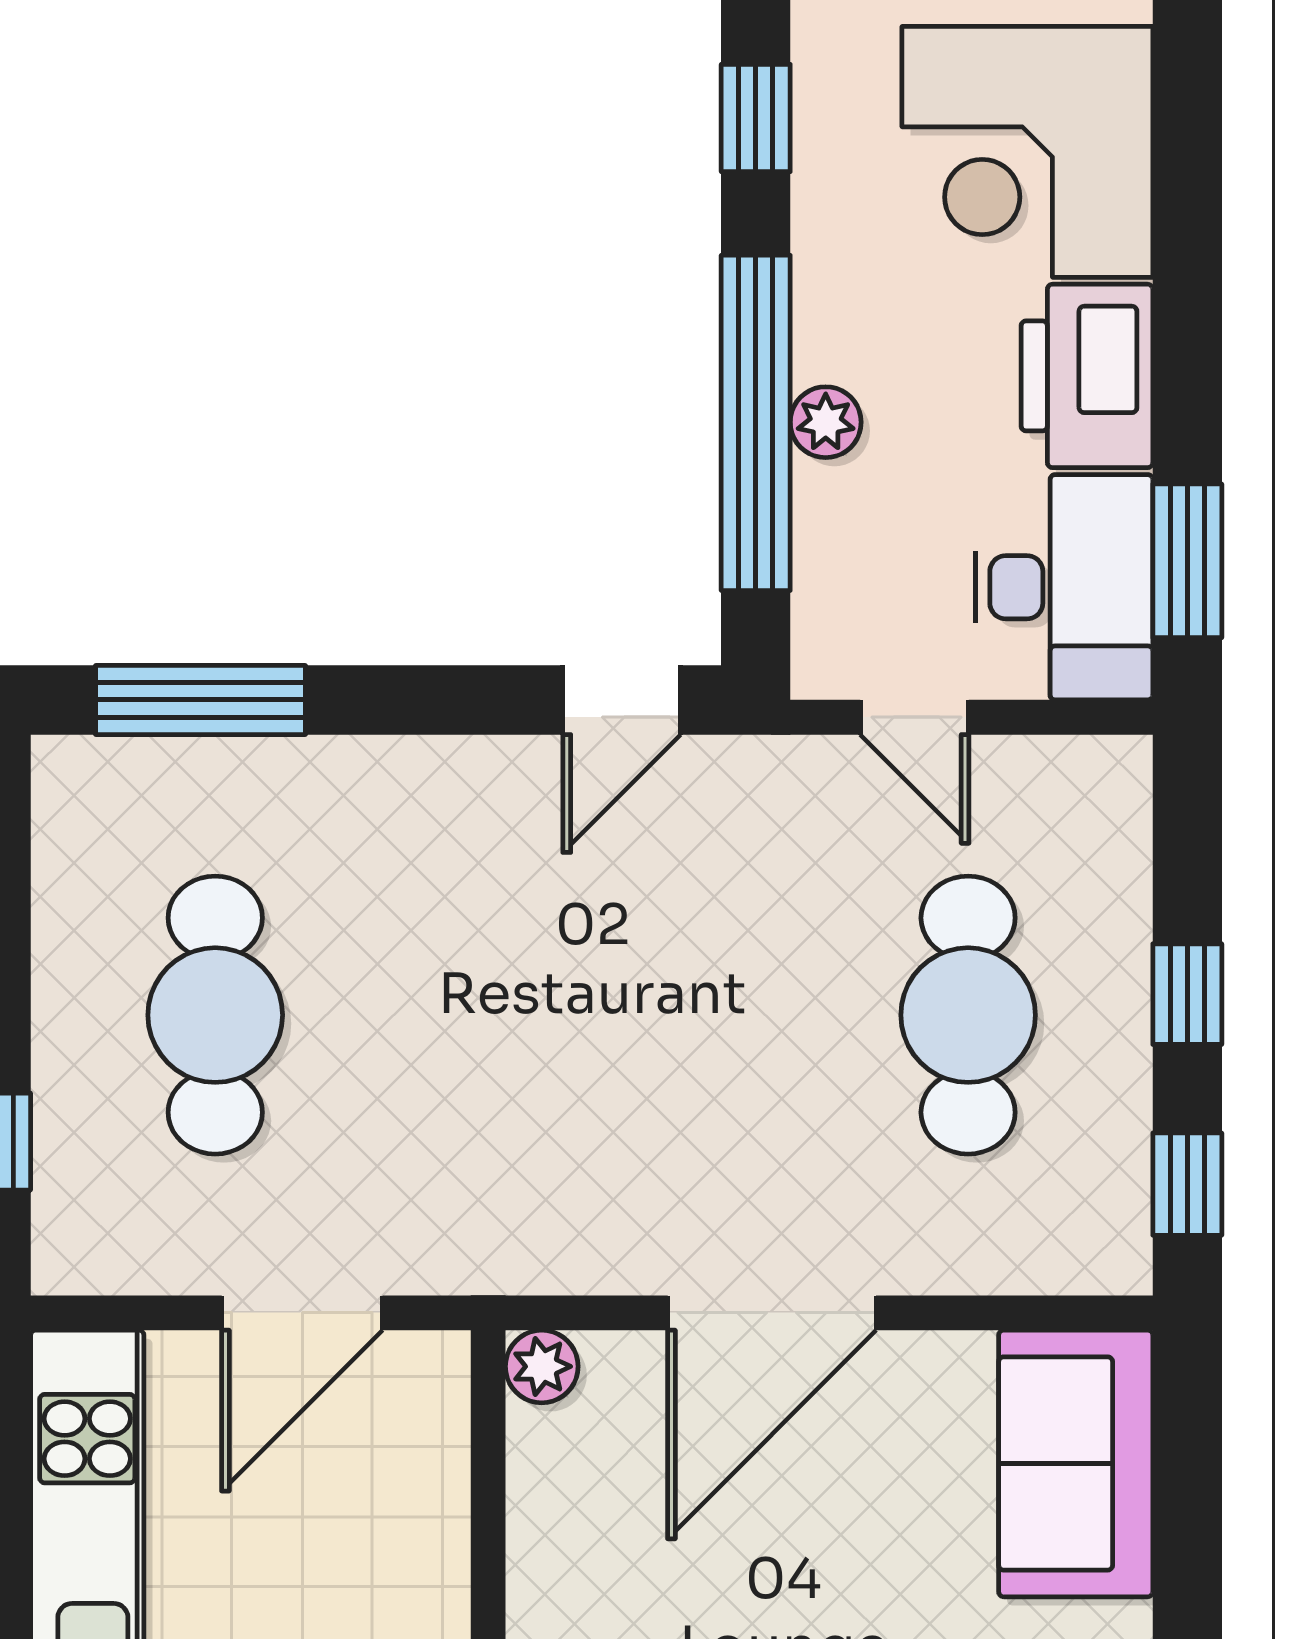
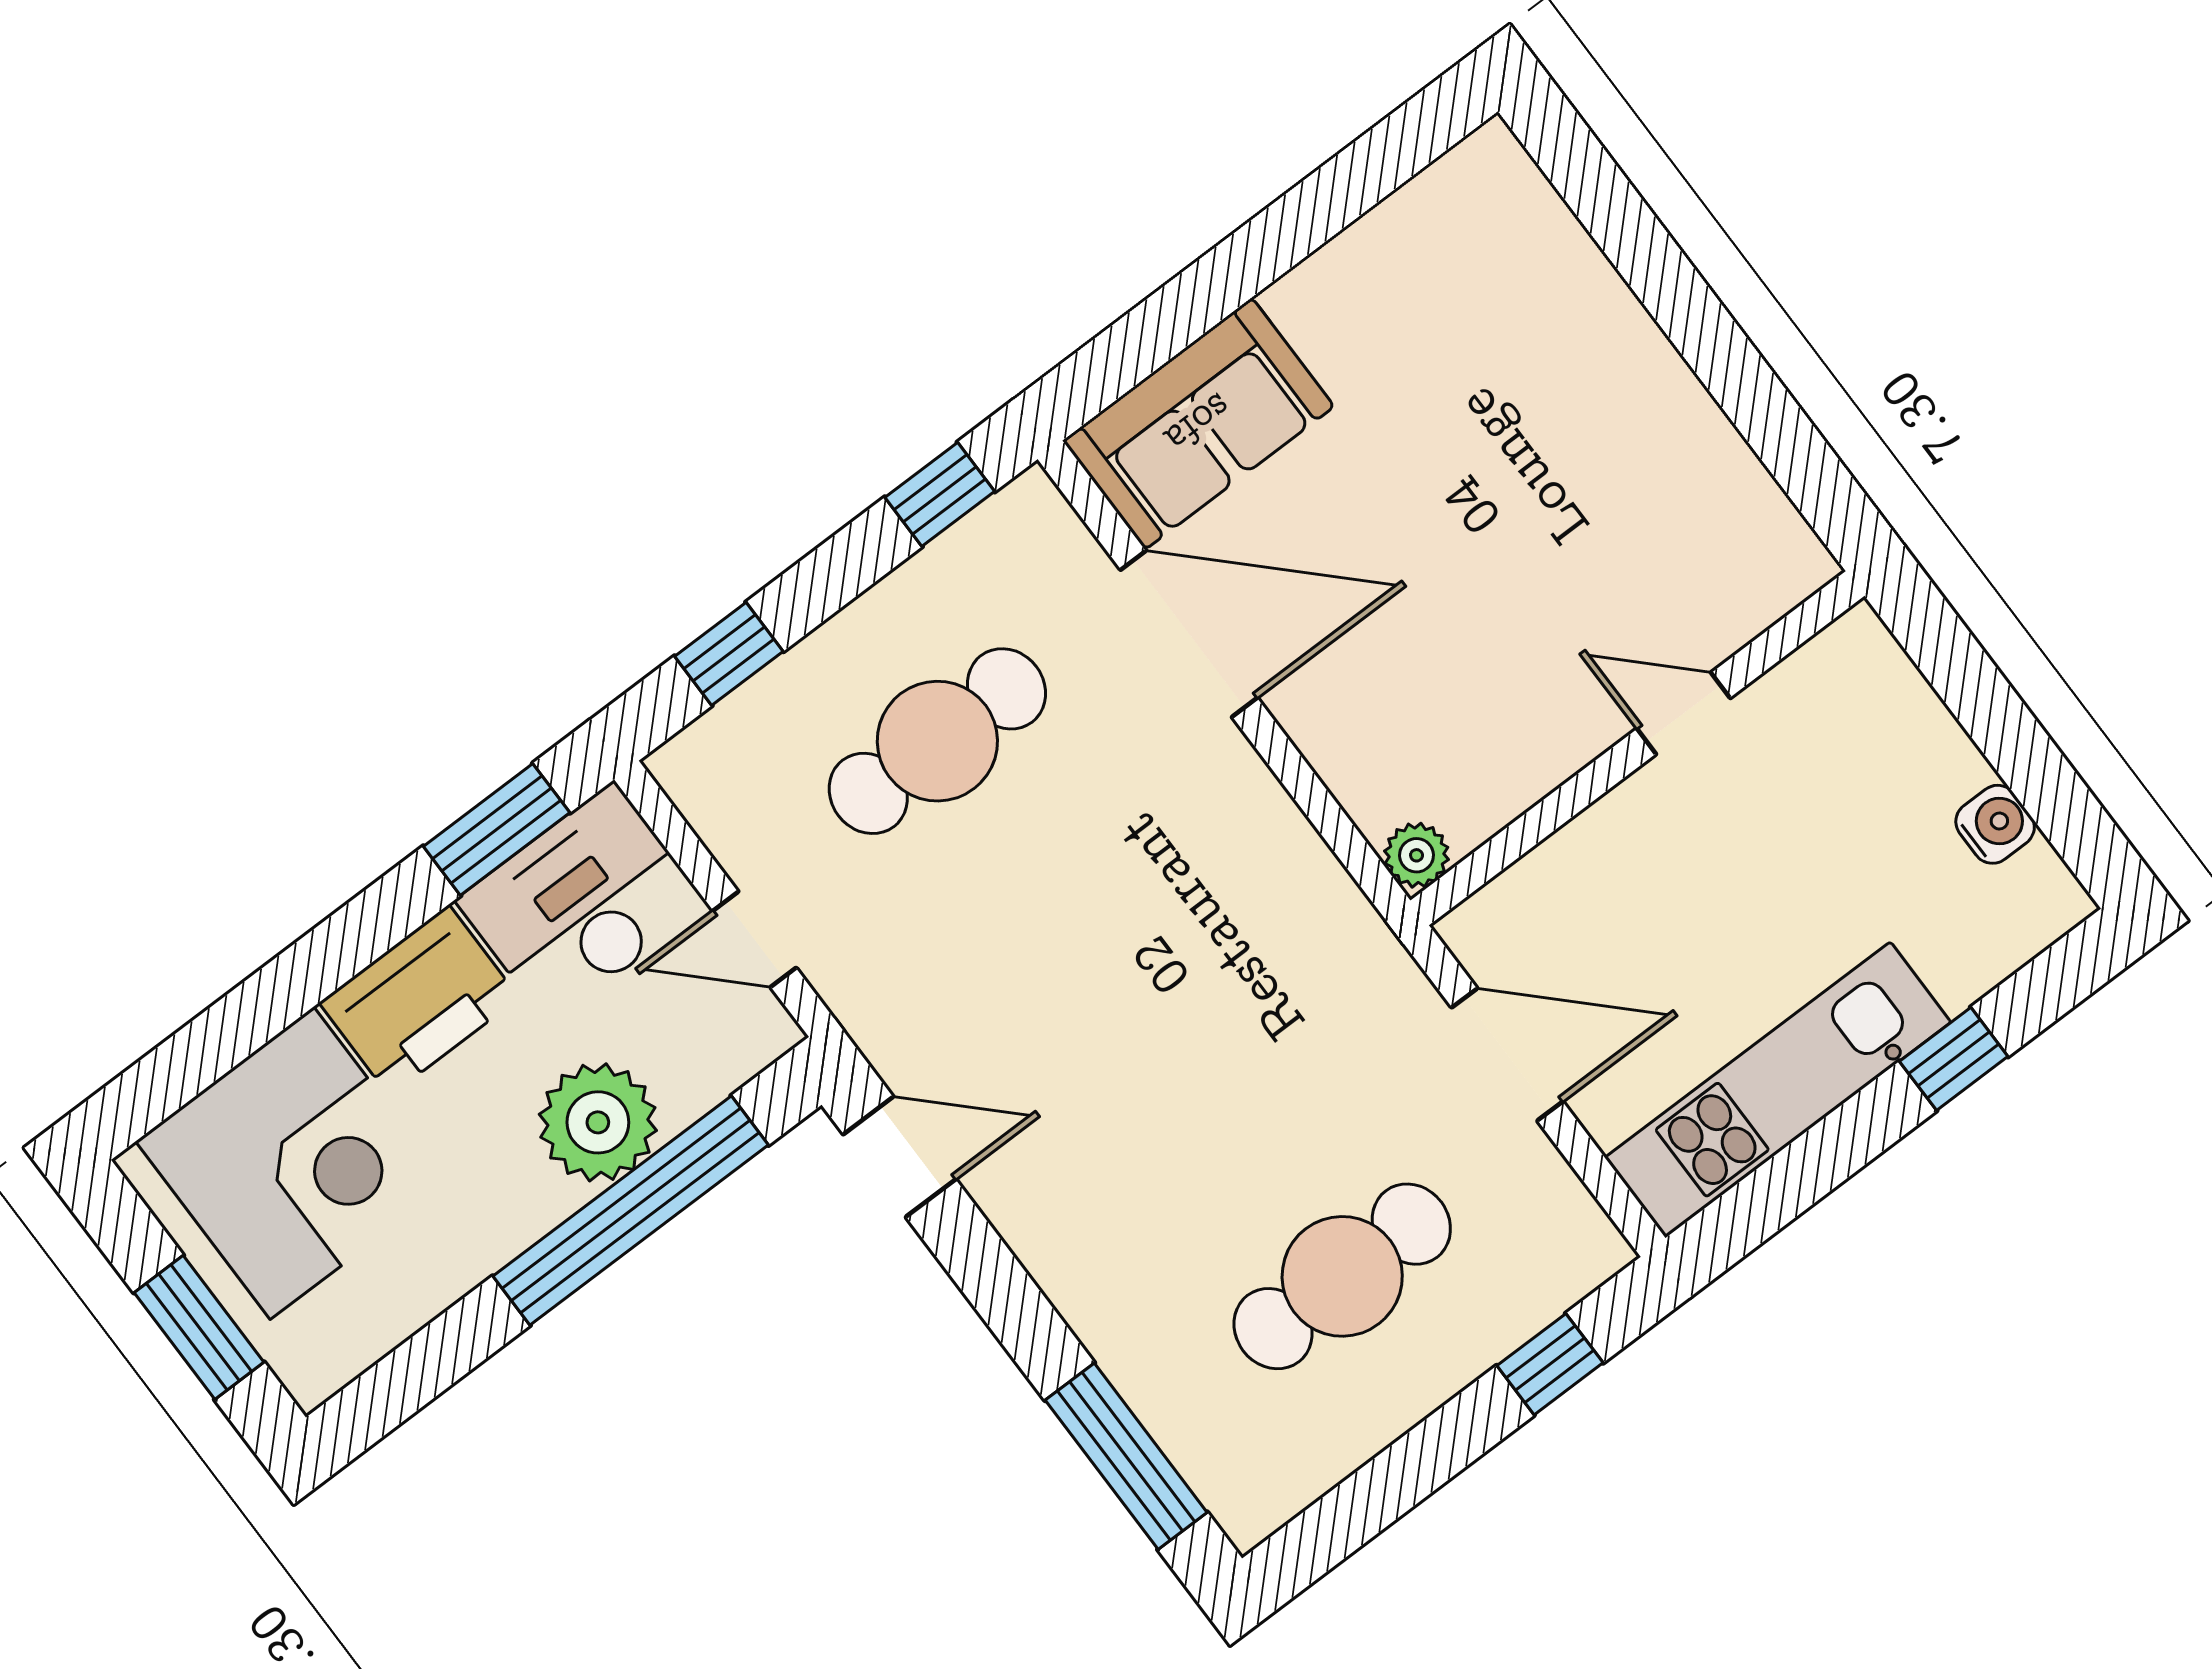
window: (756, 118) -> (414, 1374), removed
plant: (826, 422) -> (598, 1122), width x1.88, depth x1.88
door: (915, 717) -> (754, 939), swing flipped
window: (1187, 994) -> (729, 654), moved
door: (772, 1313) -> (1189, 634), moved

